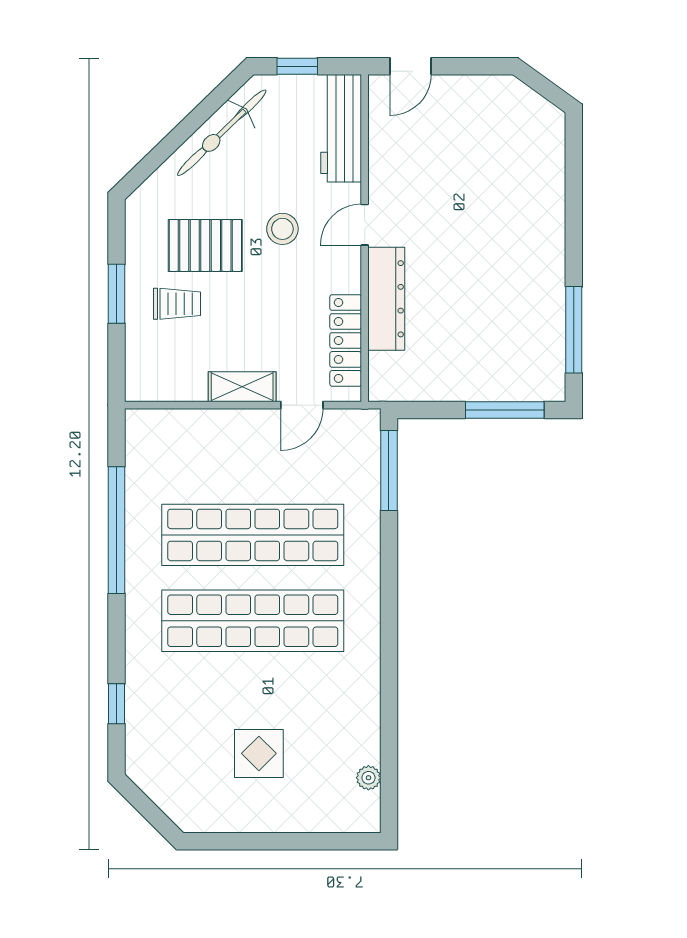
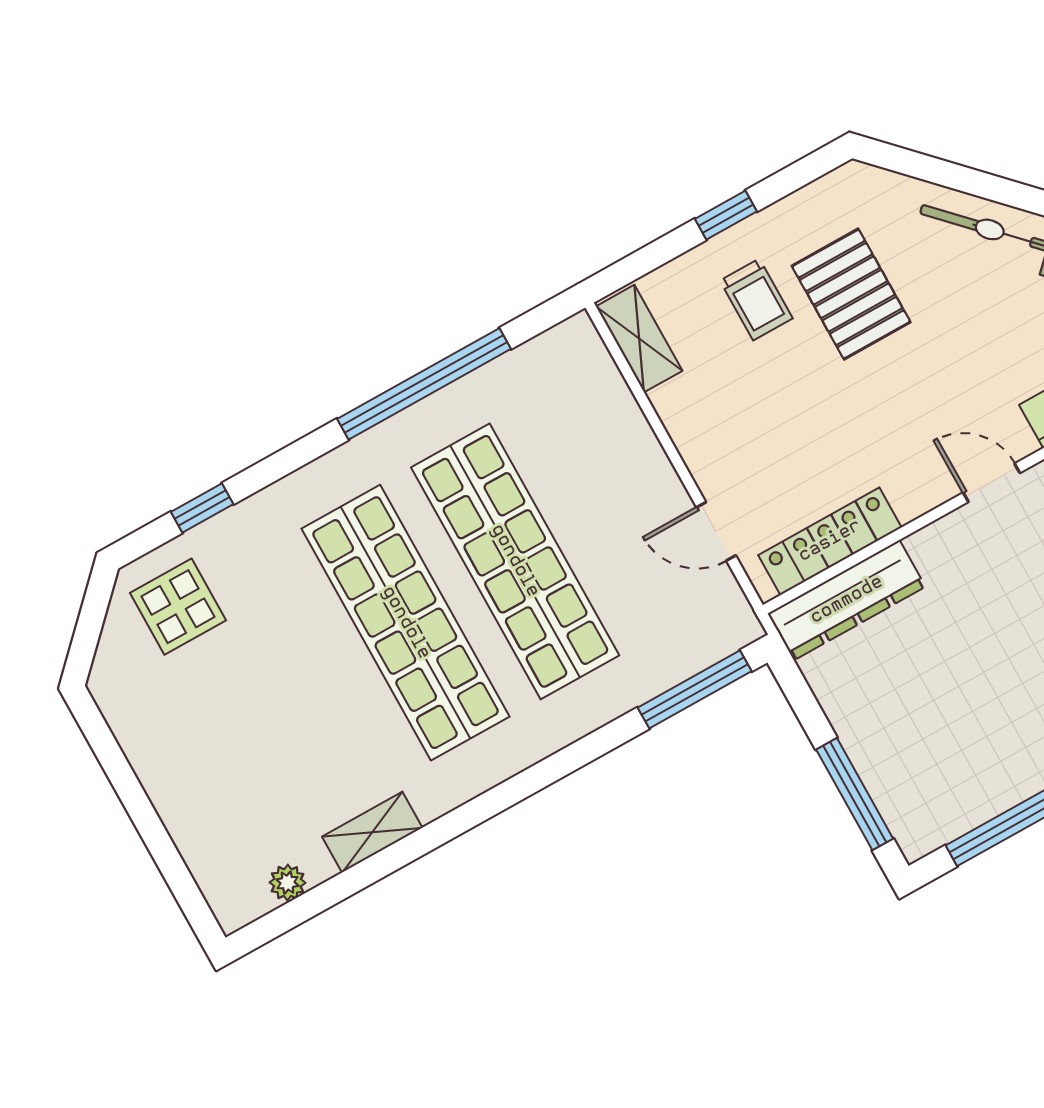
stool: (282, 229) -> (927, 381), removed
window: (117, 294) -> (726, 215), width x0.67
dresser: (386, 299) -> (847, 600), moved
shelving: (242, 387) -> (639, 339), moved
shelving: (367, 710) -> (372, 832), added
display table: (259, 753) -> (178, 607), moved

